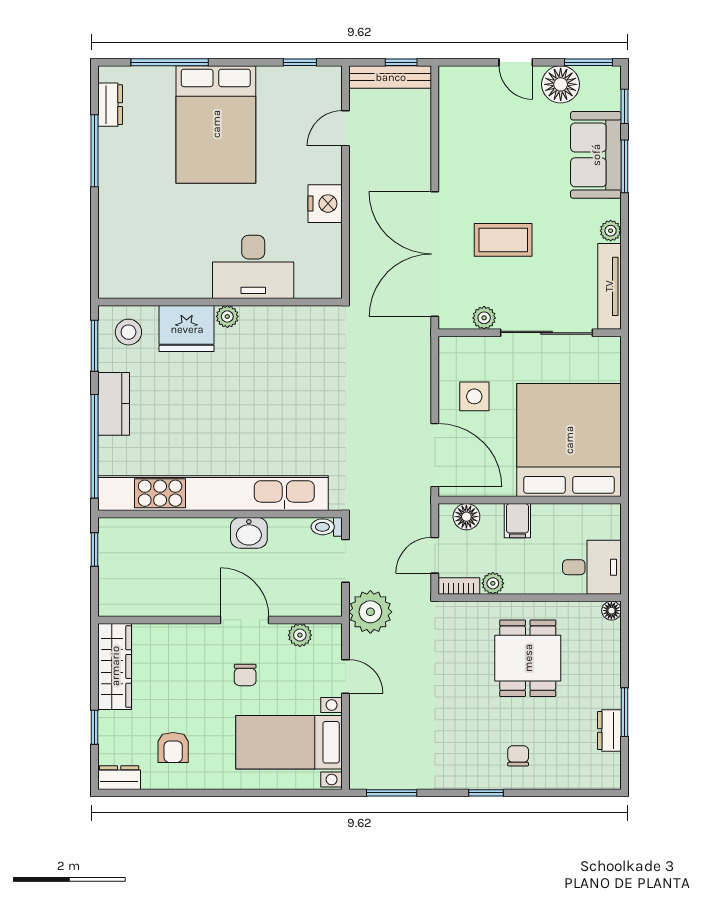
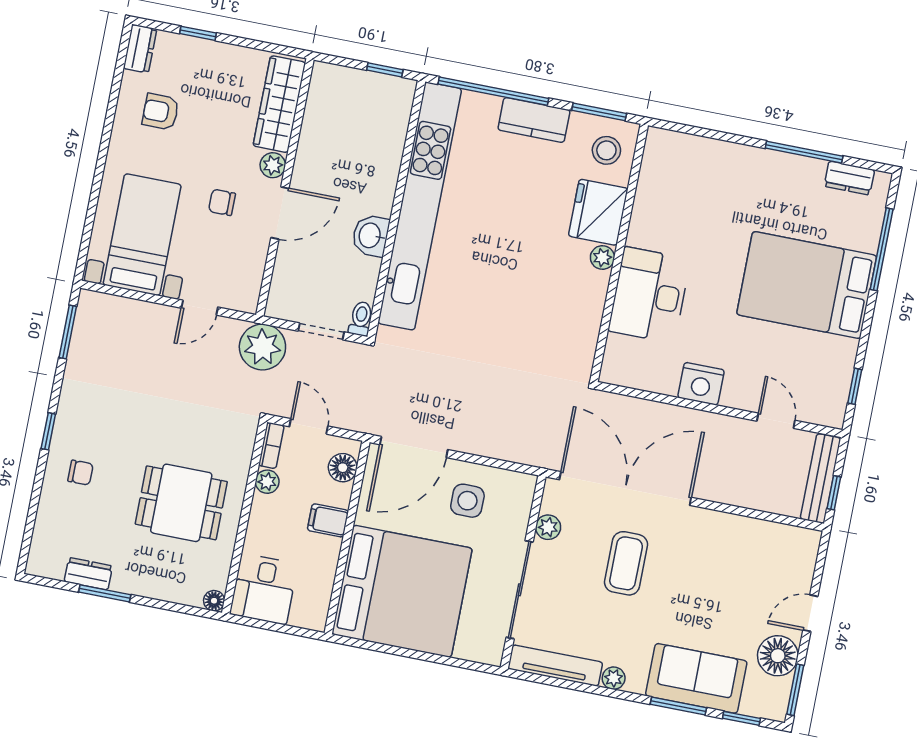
plant: (300, 635) -> (273, 165), moved
wardrobe: (115, 666) -> (279, 104), moved, turned 90

